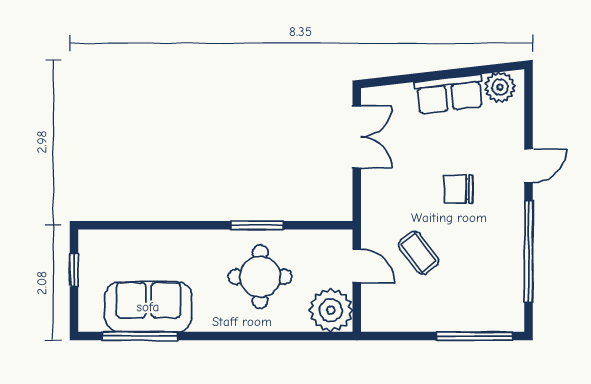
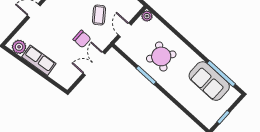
double door: (357, 137) -> (94, 64), moved
chair: (459, 189) -> (82, 39), moved
round table: (260, 277) -> (161, 56), turned 37
plant: (331, 310) -> (147, 16), width x0.53, depth x0.53

